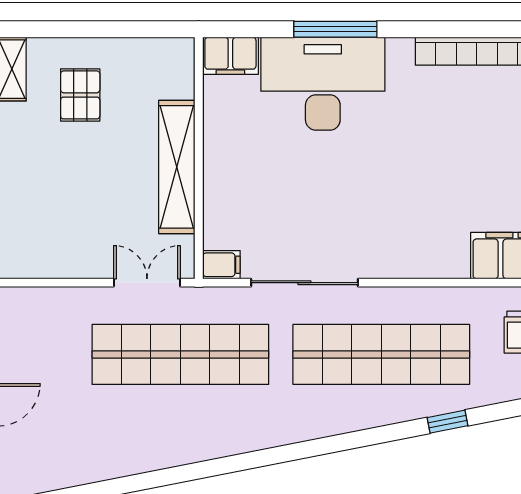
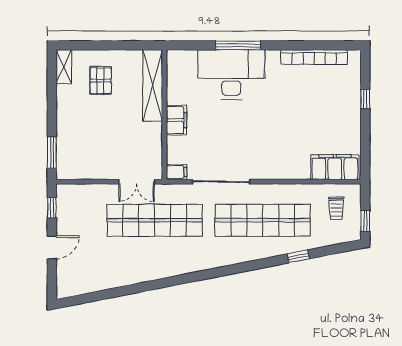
filing cabinet: (230, 56) -> (176, 120), moved, turned -90
shelving: (177, 167) -> (153, 85), moved
double door: (147, 283) -> (137, 182), swing flipped

